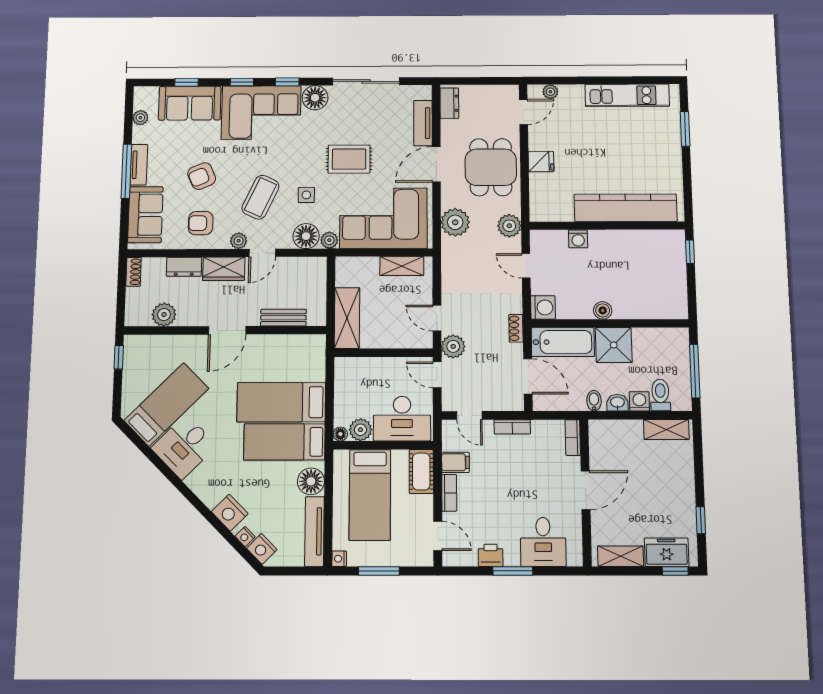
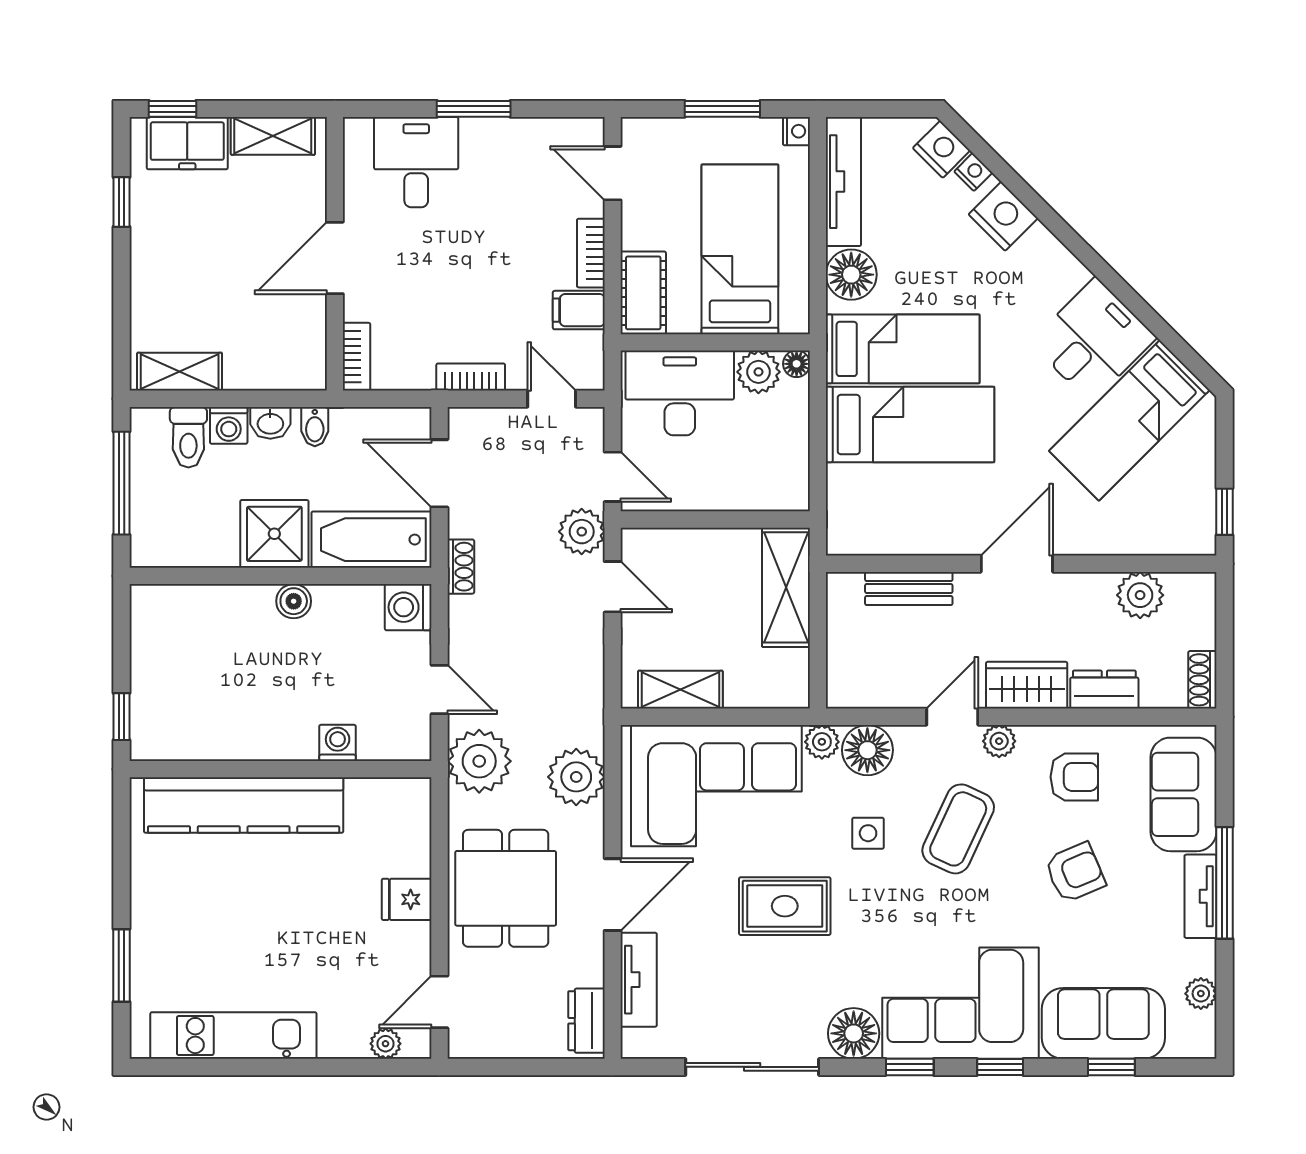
plant: (509, 226) -> (479, 761), width x1.36, depth x1.36
printer: (491, 555) -> (514, 138), removed

